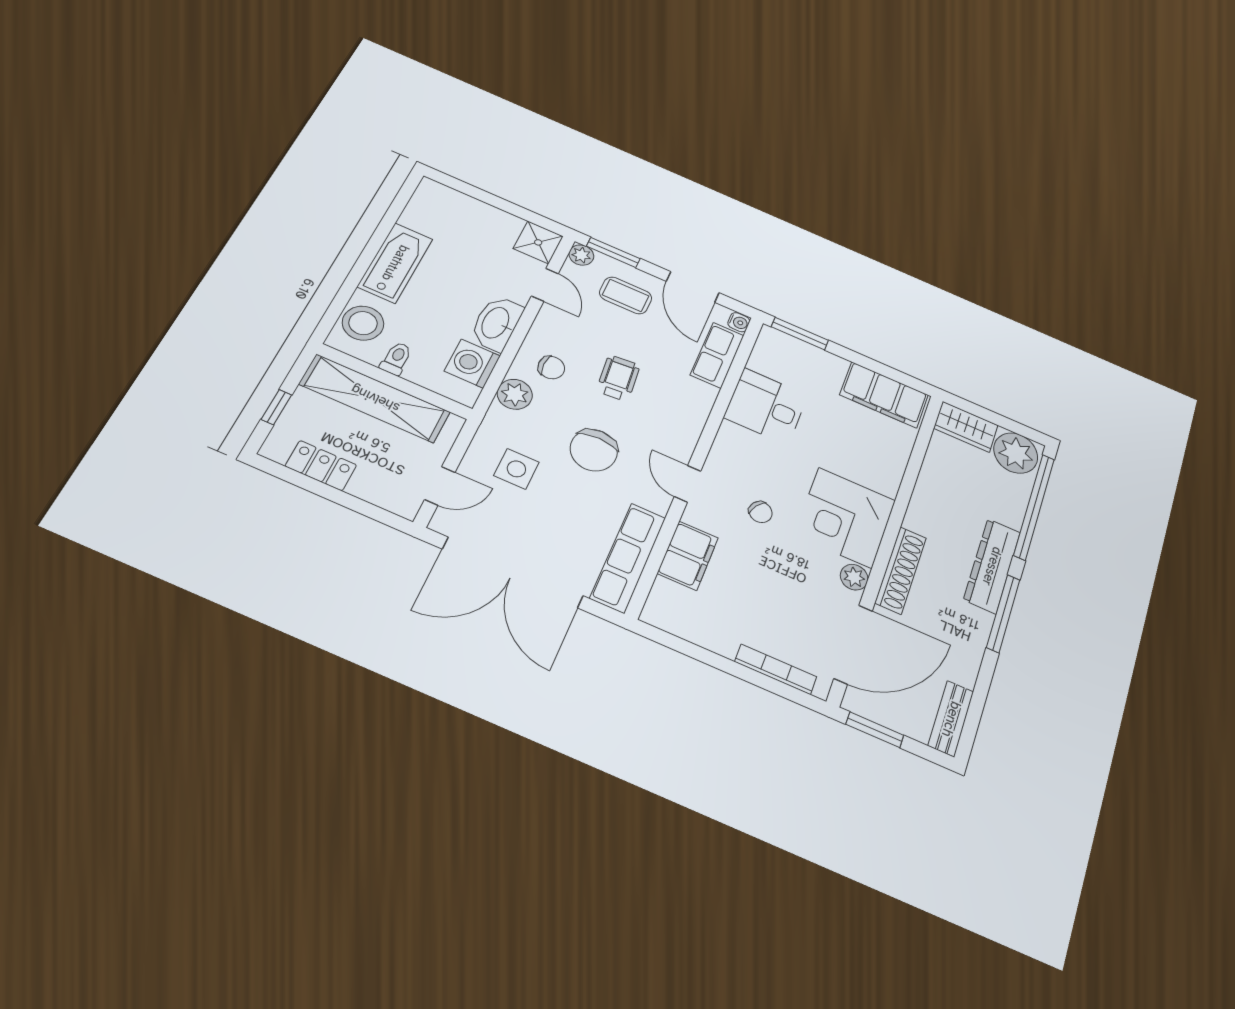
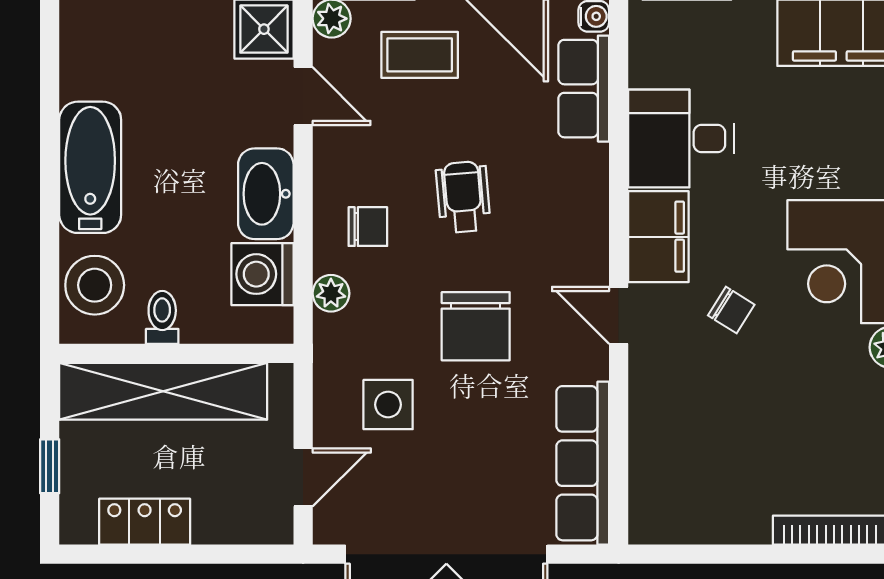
plant: (515, 394) -> (331, 293), width x0.73, depth x0.73
filing cabinet: (688, 556) -> (658, 237), moved

